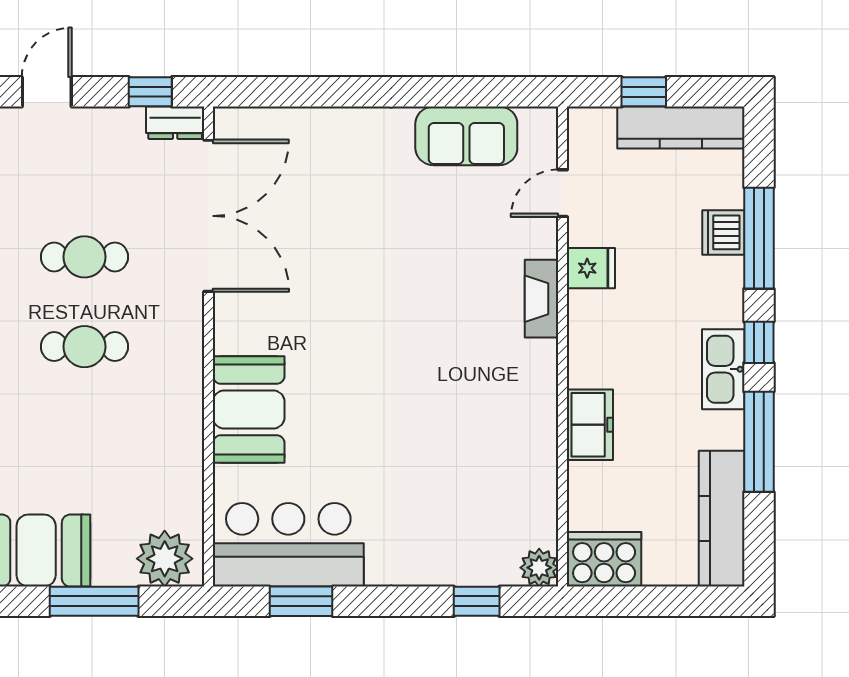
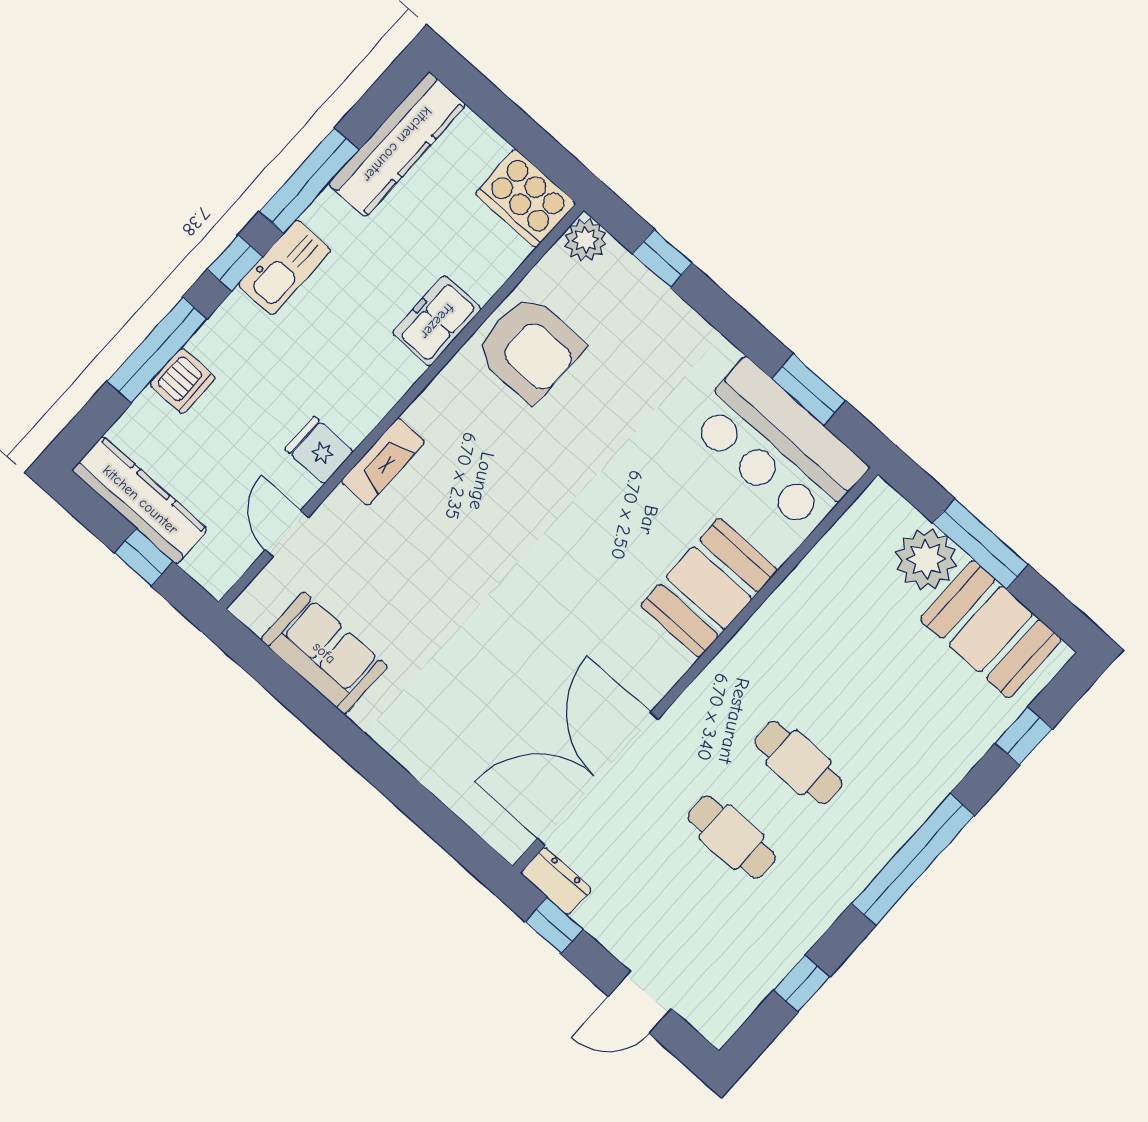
door: (563, 193) -> (287, 534), swing flipped
armchair: (512, 462) -> (529, 348), added
plant: (165, 559) -> (926, 559), moved

